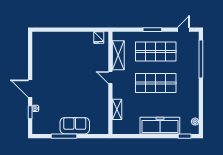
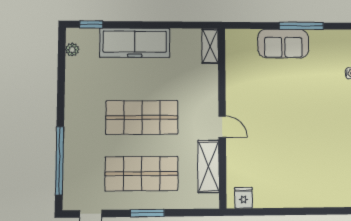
shelving: (117, 109) -> (210, 46), moved

